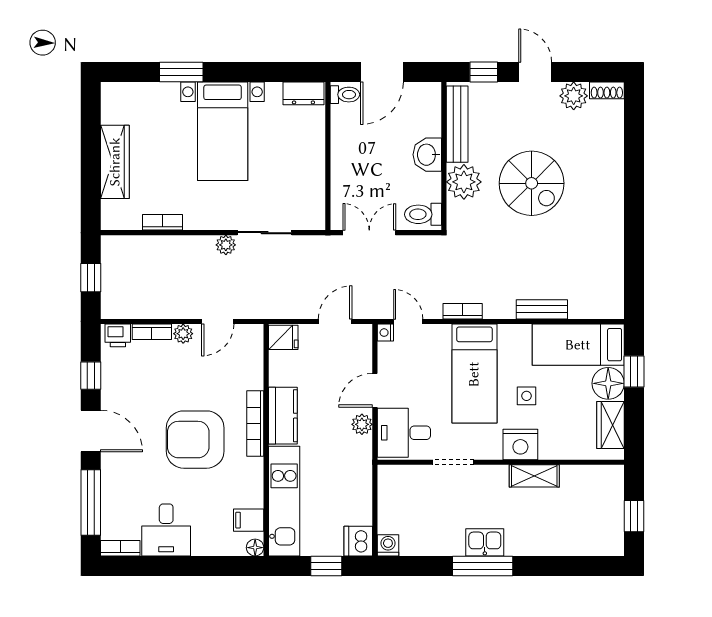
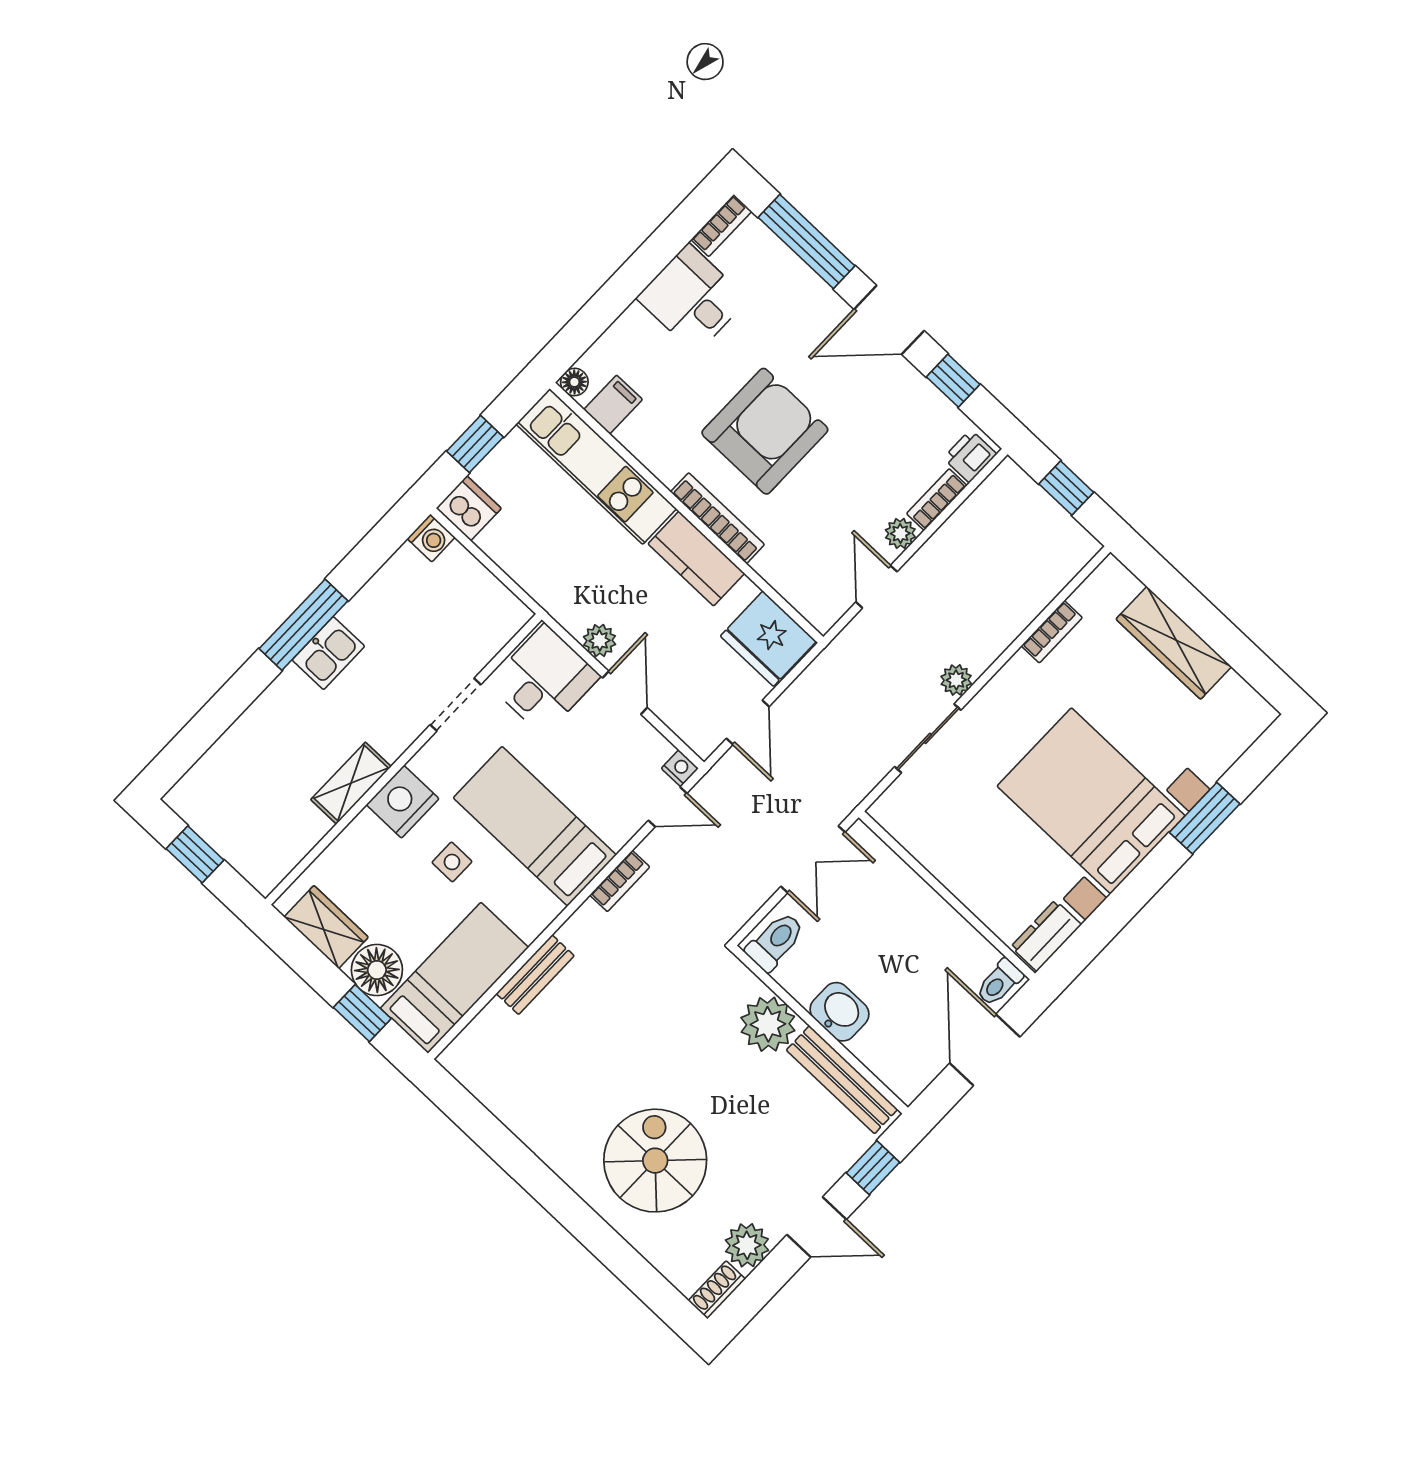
bed with nightstands: (223, 131) -> (1091, 801), width x1.36
spiral stairs: (532, 183) -> (655, 1161), moved, turned 90
fridge: (283, 337) -> (768, 639), width x1.88, depth x1.34

